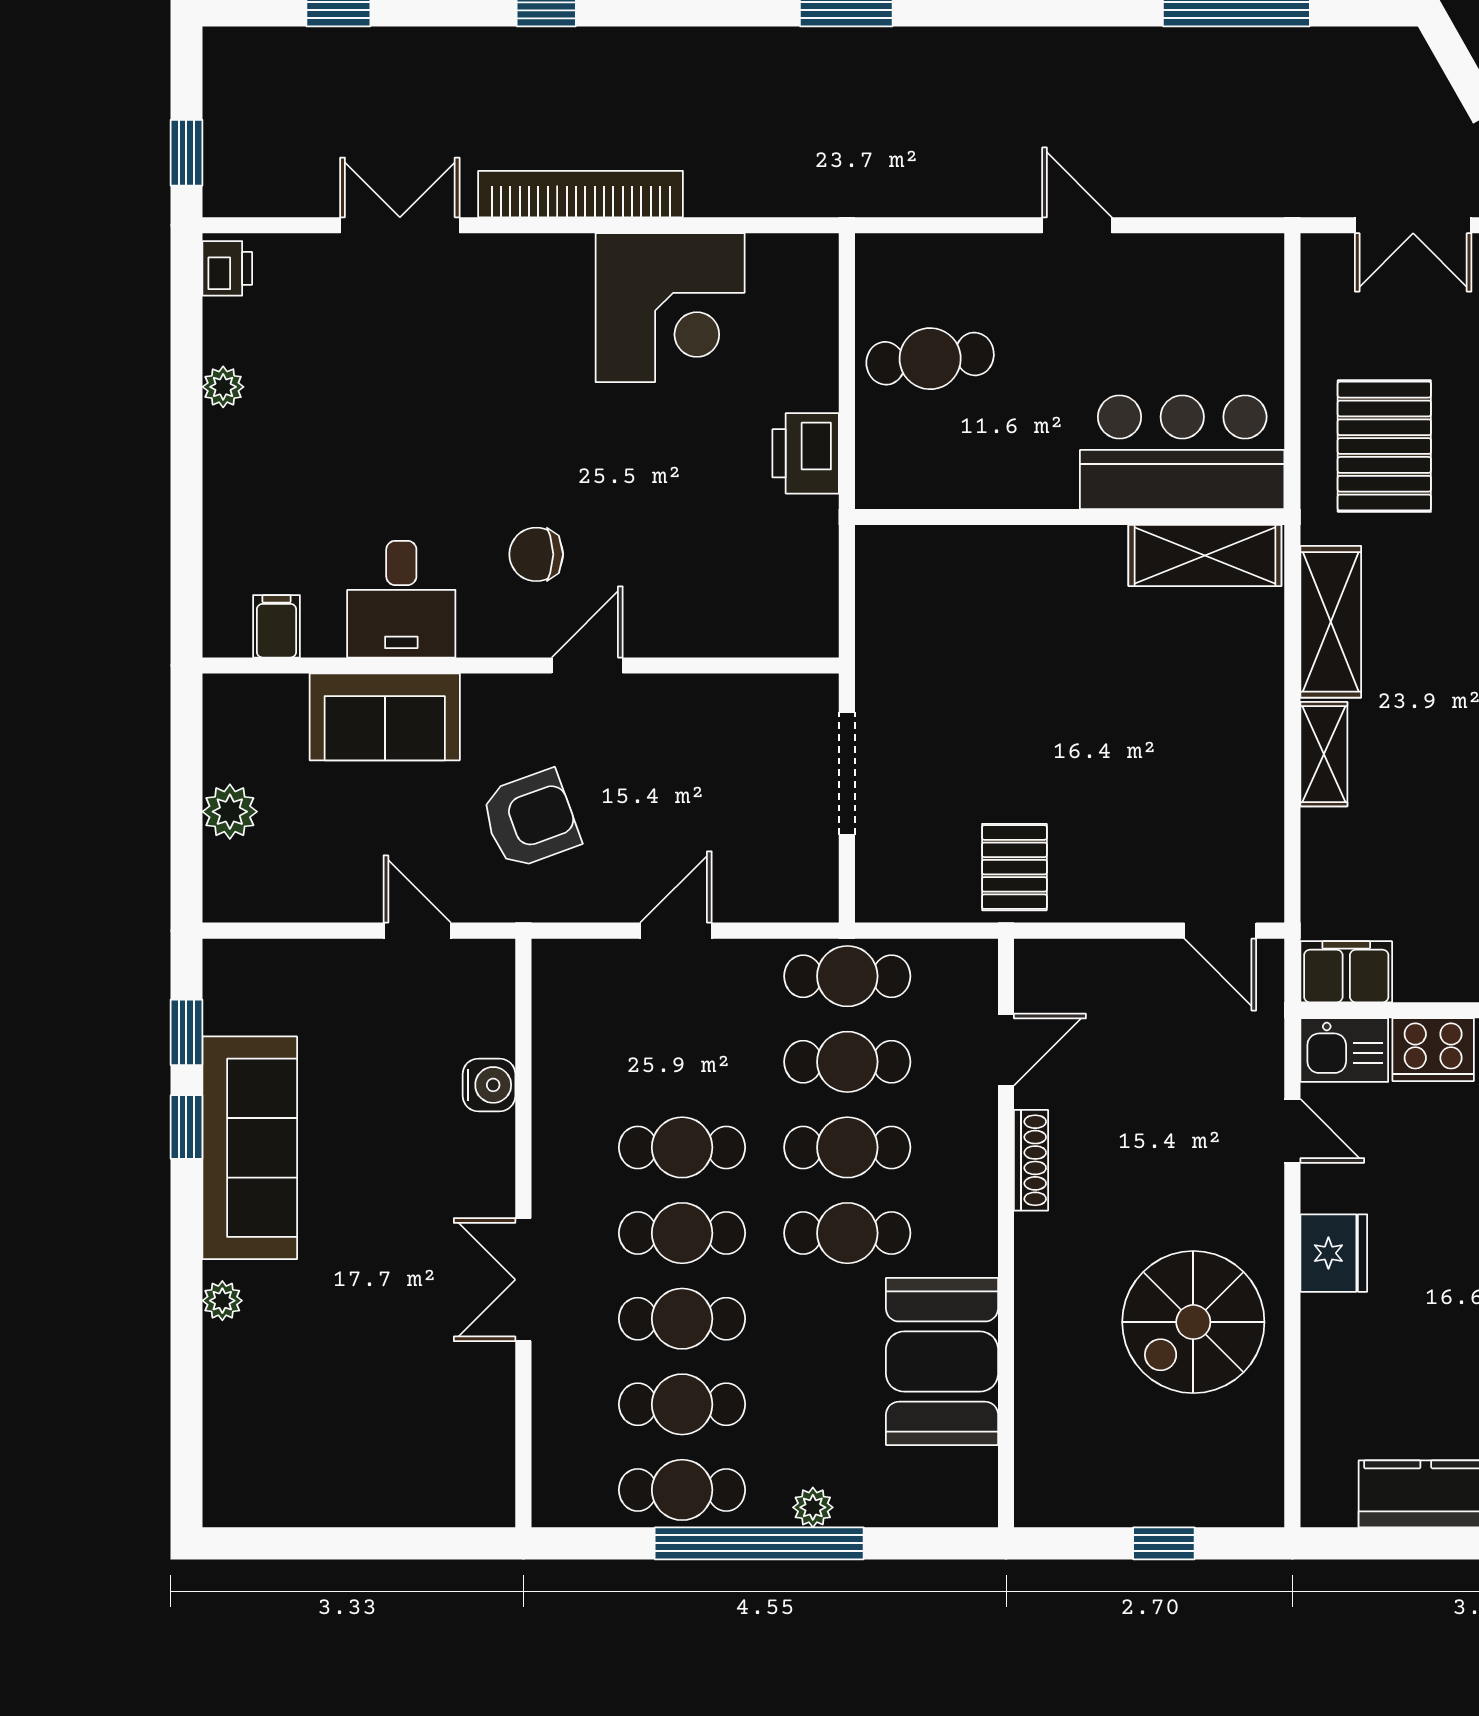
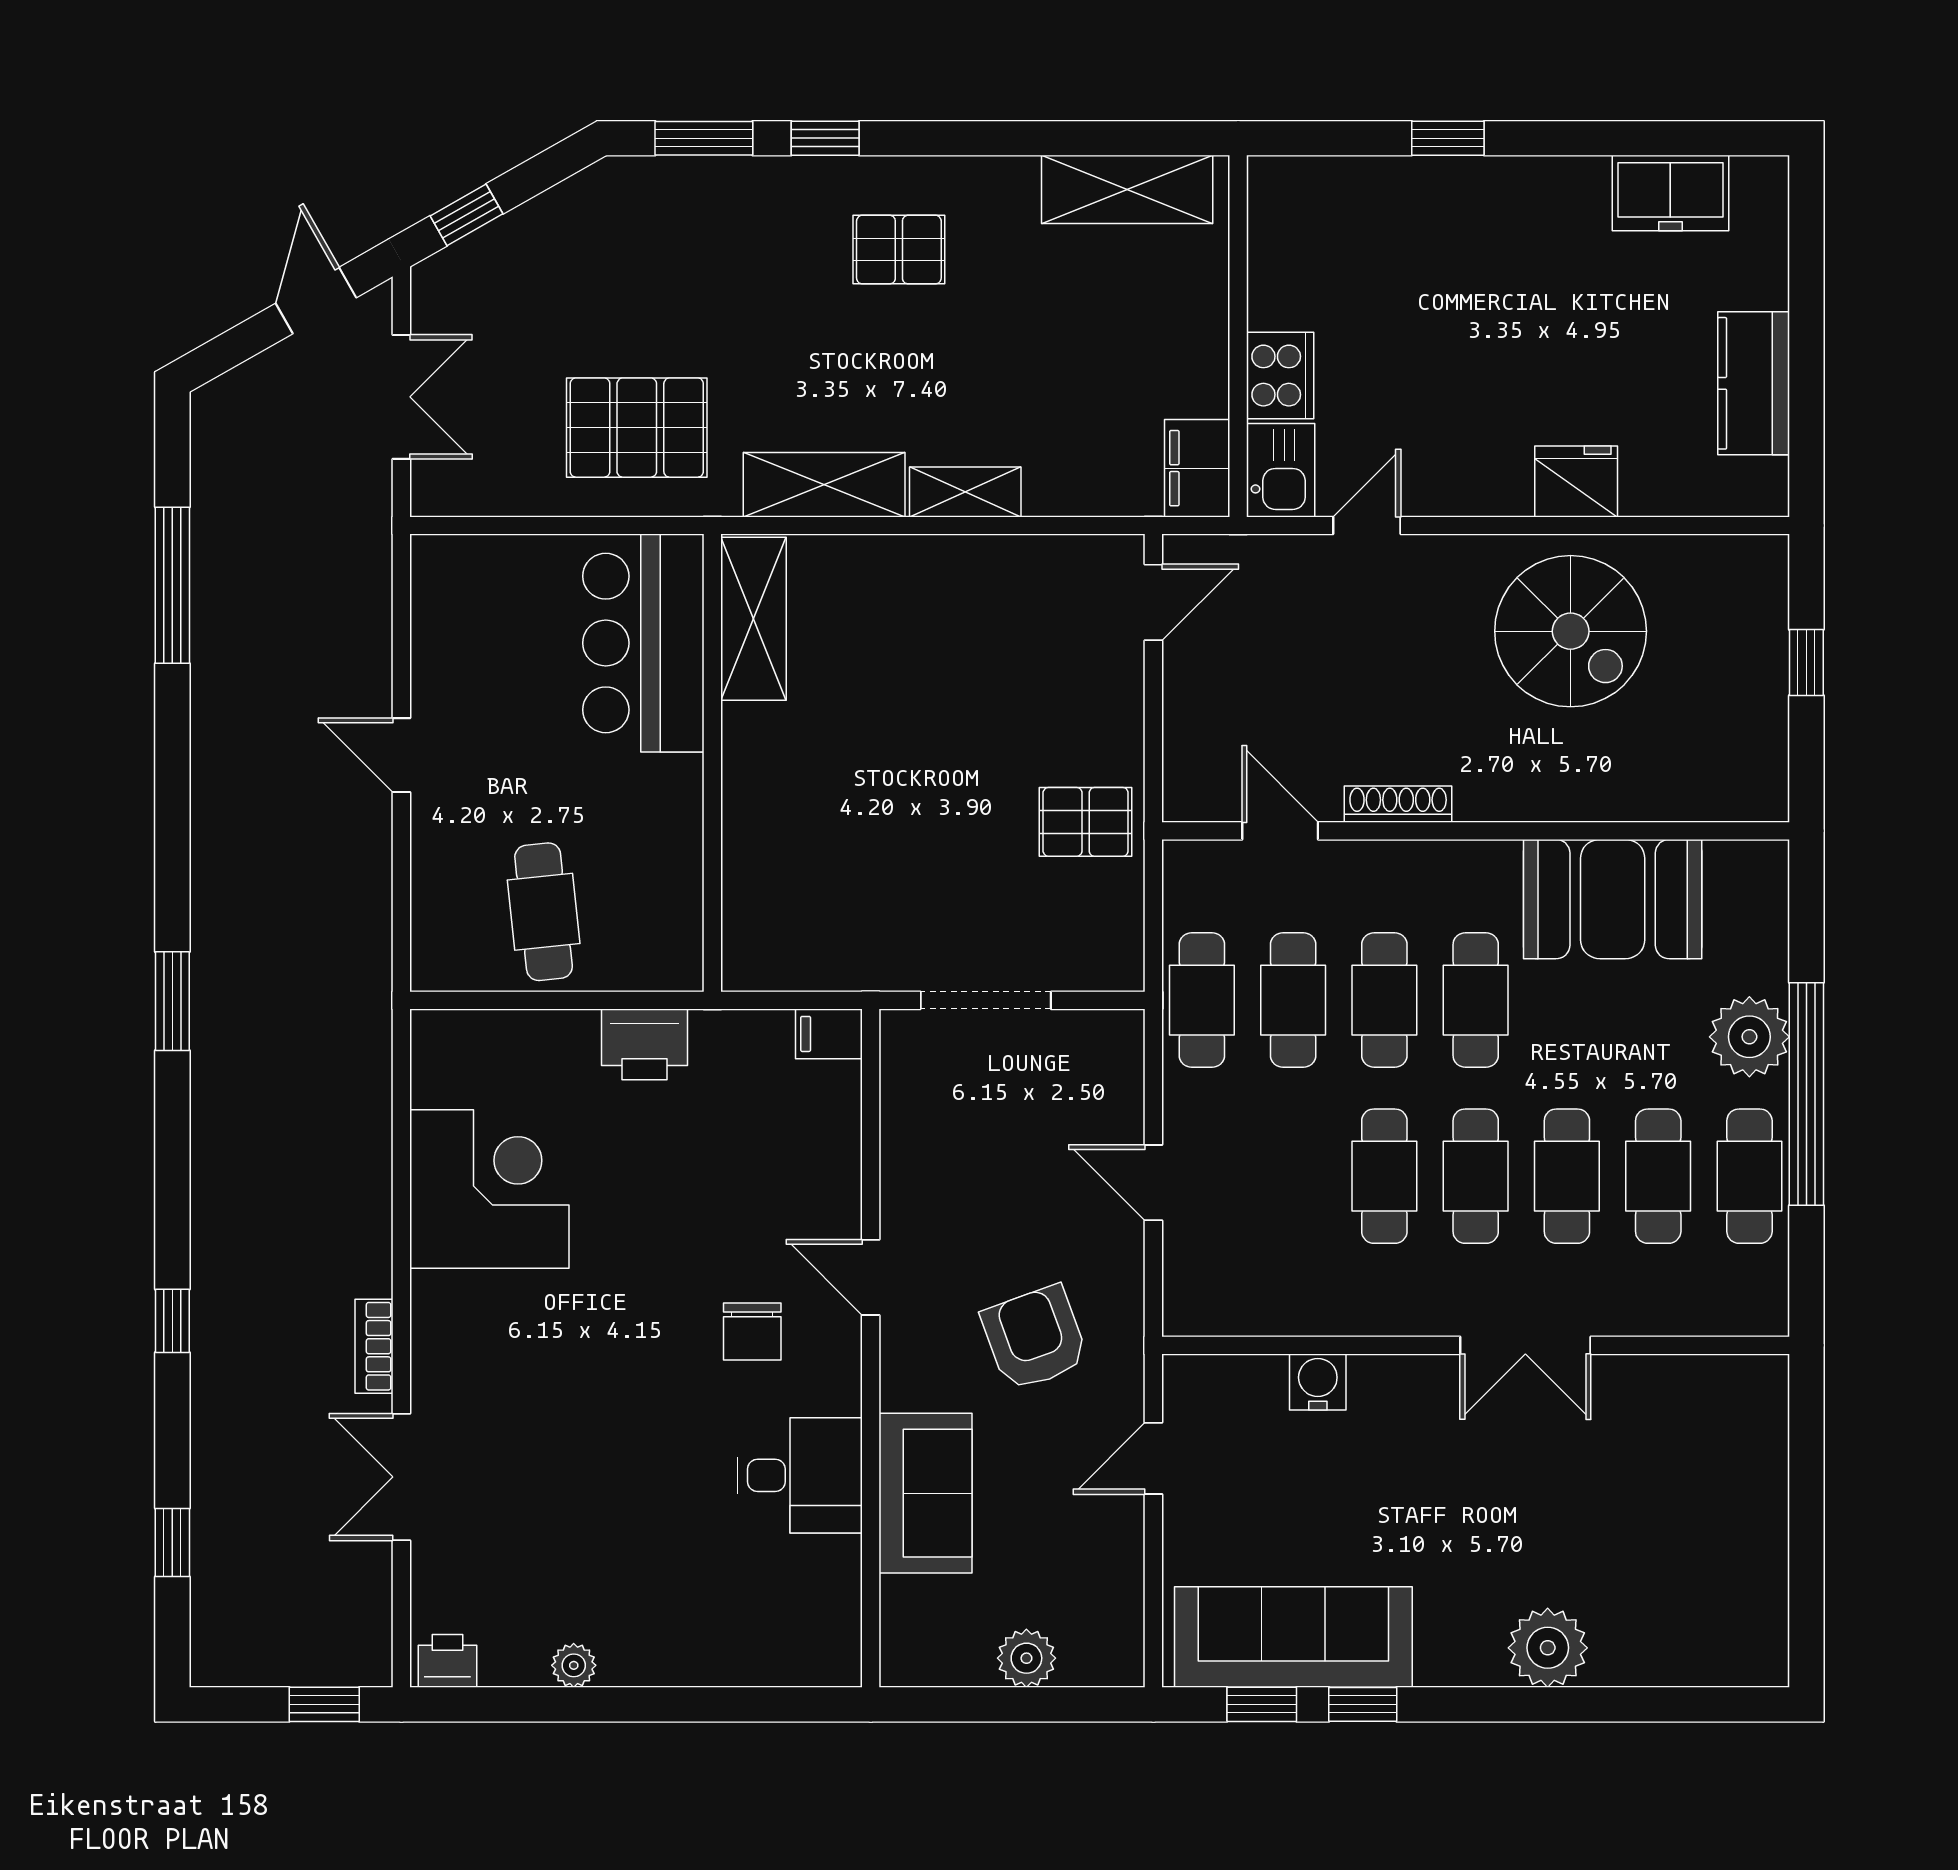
bookcase: (581, 194) -> (374, 1346), width x0.43, depth x0.76
door: (1077, 225) -> (401, 755), hinge flipped
filing cabinet: (277, 626) -> (829, 1034), moved
sofa: (250, 1148) -> (1293, 1637), moved
fridge: (1334, 1253) -> (1576, 481), moved
plant: (222, 1301) -> (1548, 1648), width x1.88, depth x1.88
plant: (813, 1507) -> (1749, 1037), width x1.87, depth x1.87

